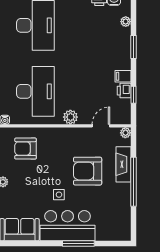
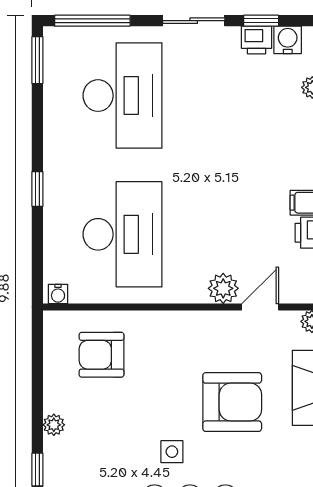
plant: (70, 117) -> (223, 288), moved
armchair: (88, 171) -> (232, 402), turned 180

